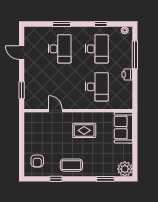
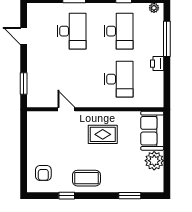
plant: (125, 169) -> (154, 161), moved

